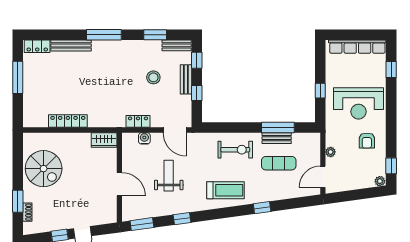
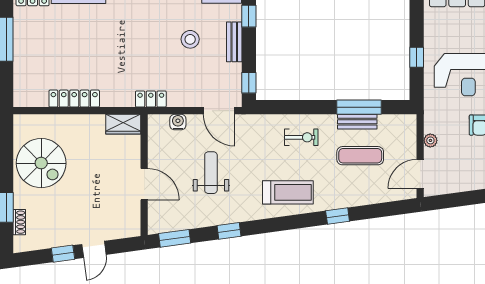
window: (197, 93) -> (249, 83), moved
locker: (138, 121) -> (151, 99), moved
exercise bike: (235, 150) -> (301, 137), width x0.73, depth x0.72

